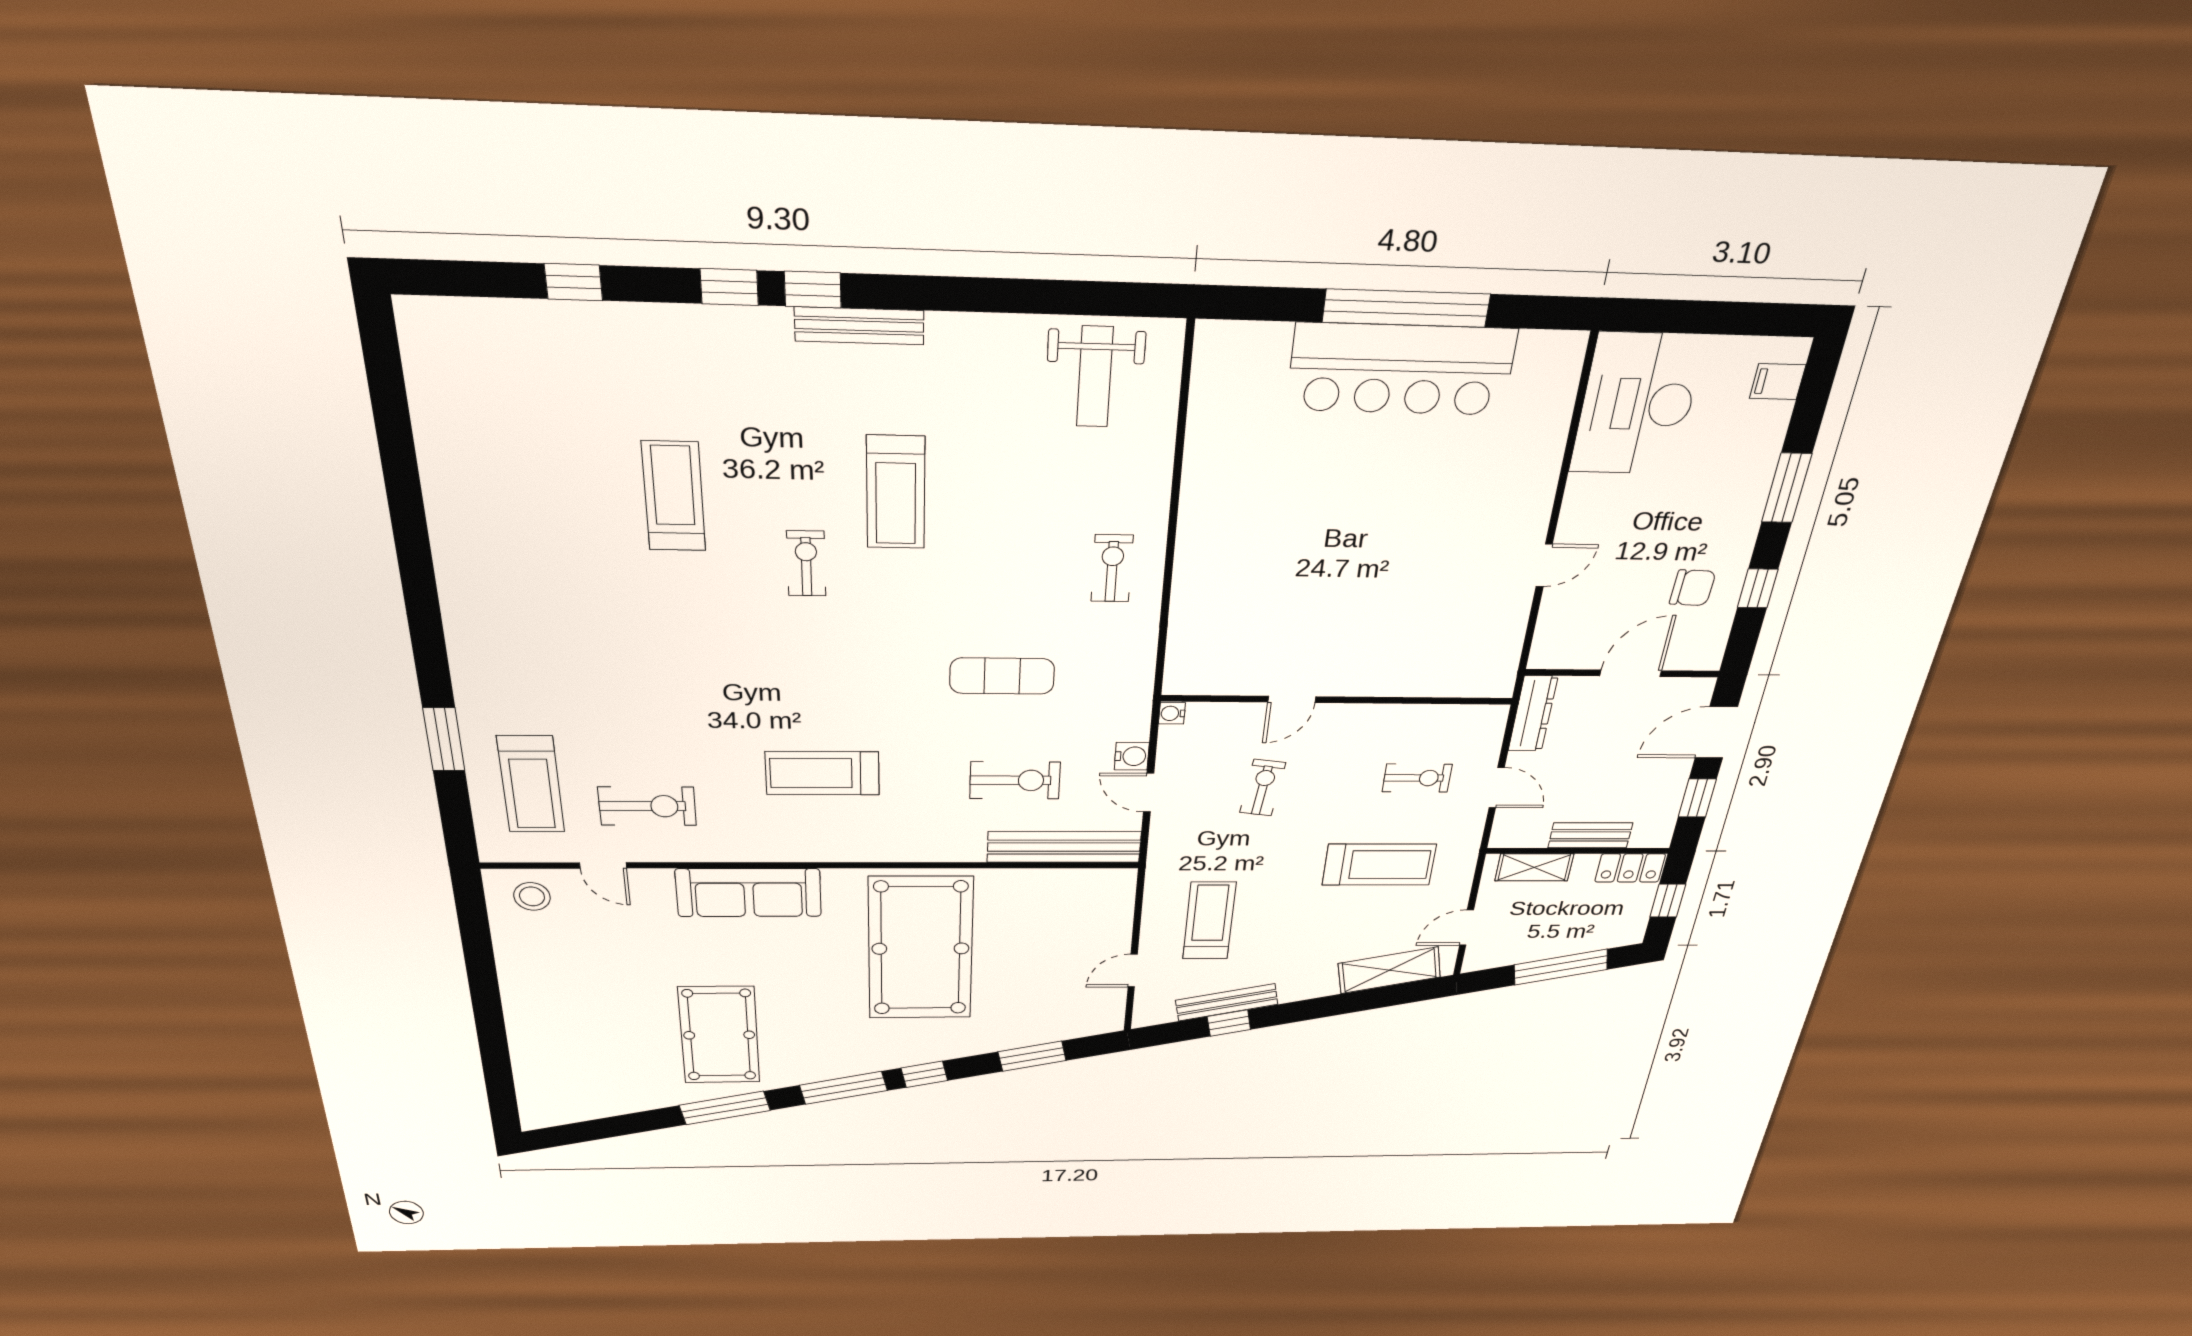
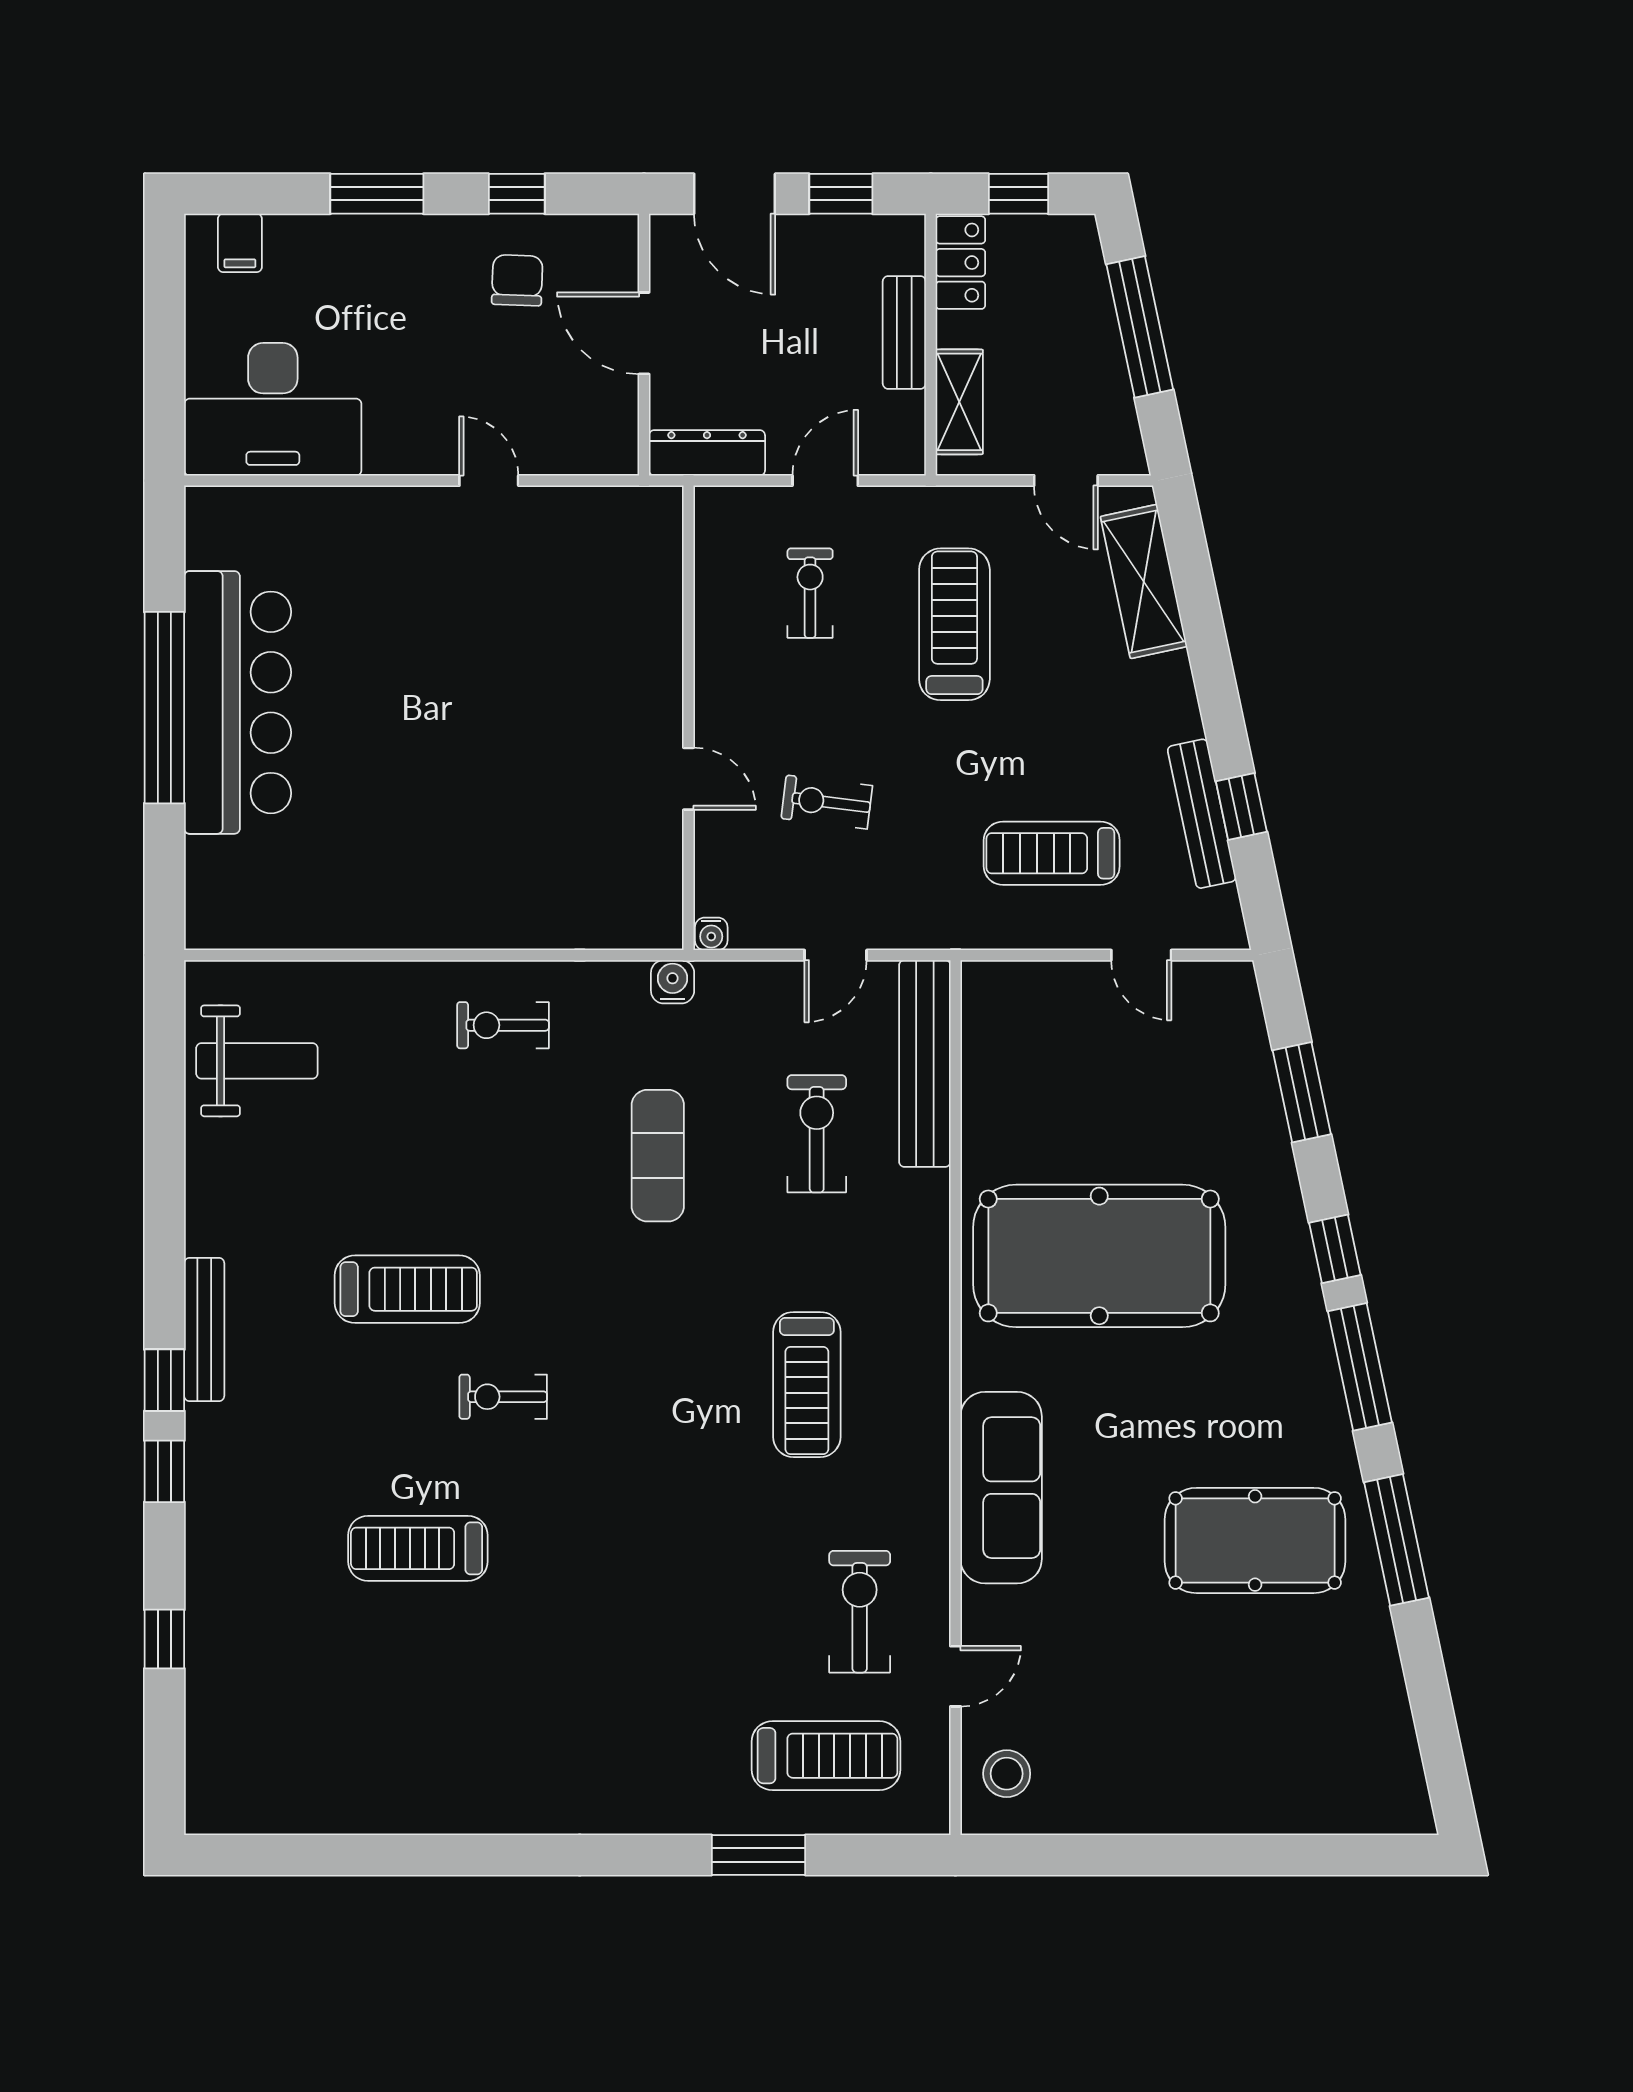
water cooler: (1132, 756) -> (673, 982), moved

